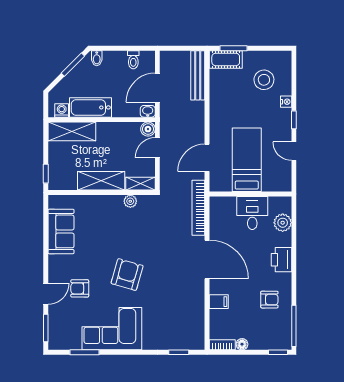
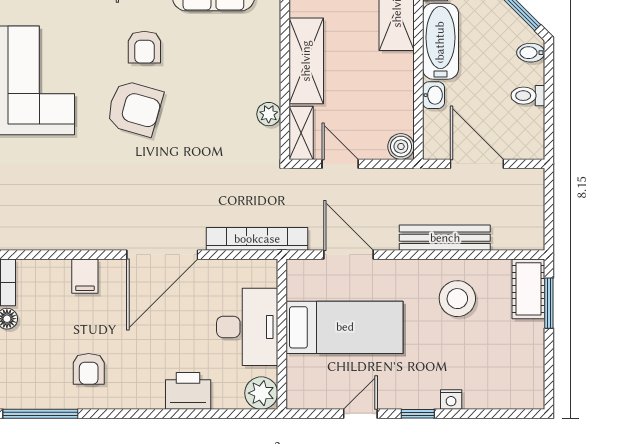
toilet: (133, 60) -> (528, 96), moved
bench: (198, 75) -> (445, 238), moved
stool: (264, 80) -> (457, 299), moved
washbasin: (148, 111) -> (433, 95), moved
door: (157, 148) -> (340, 164), moved
desk: (252, 213) -> (247, 327), width x1.37
plant: (283, 223) -> (261, 393), moved
printer: (281, 260) -> (188, 391), moved
armchair: (80, 288) -> (144, 47), moved, turned 180

